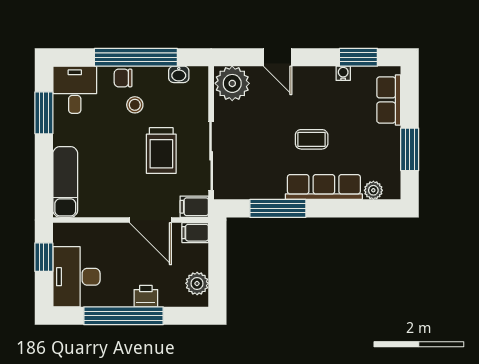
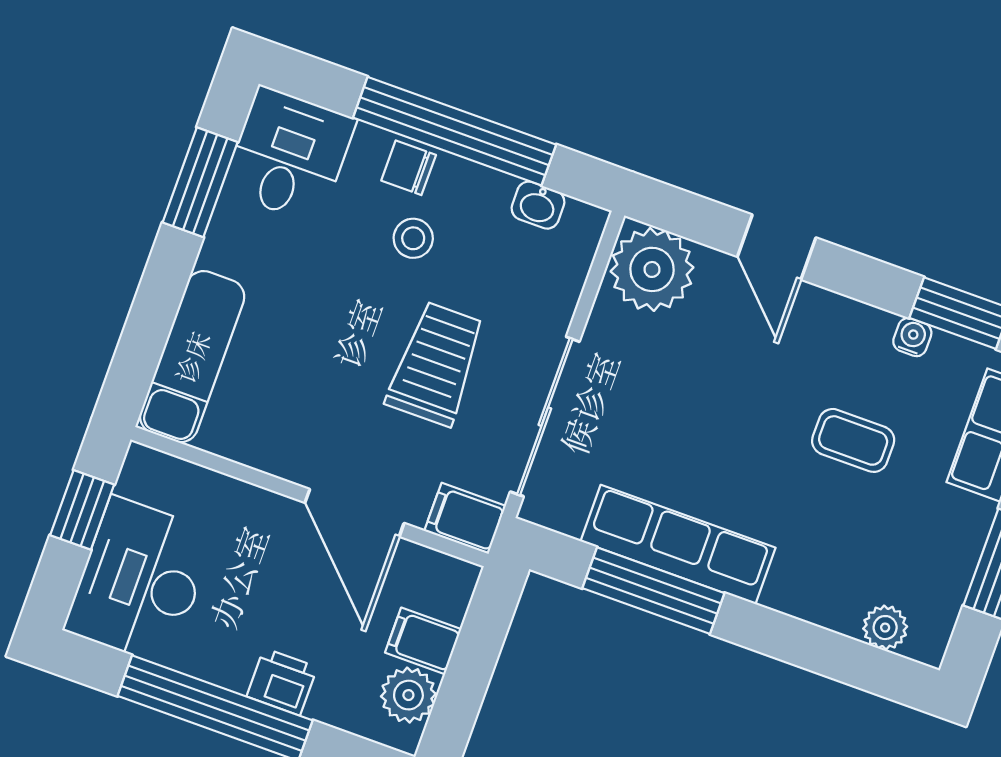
coffee table: (312, 139) -> (853, 440), moved
trolley: (161, 151) -> (436, 364), turned 180
row of seats: (324, 187) -> (678, 545), moved
filing cabinet: (195, 233) -> (423, 641), moved

